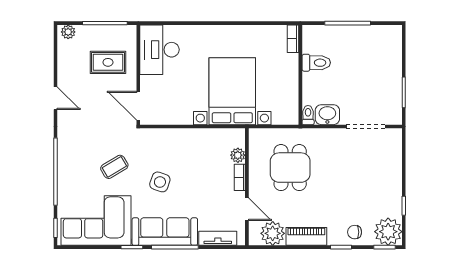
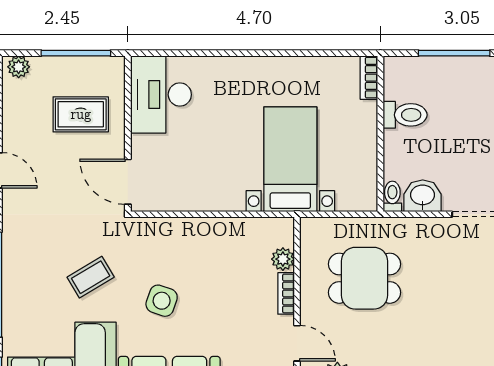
bed with nightstands: (232, 91) -> (290, 159), width x0.73
dining table: (290, 168) -> (364, 278), turned 90

